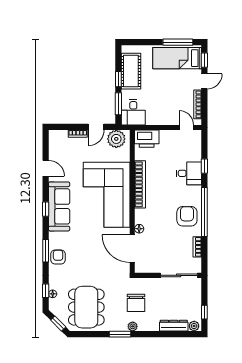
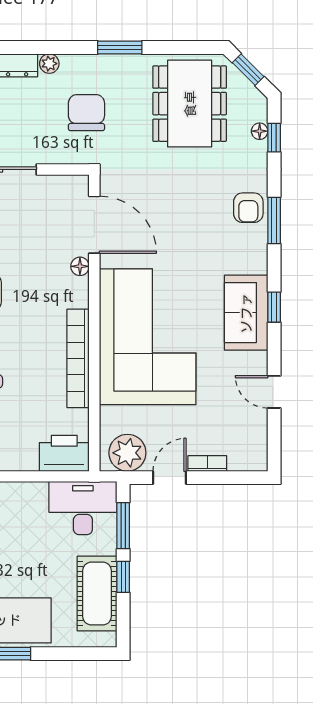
desk: (133, 112) -> (83, 508), width x1.37
sofa: (59, 206) -> (246, 313), width x0.73
plant: (133, 326) -> (49, 64), moved

